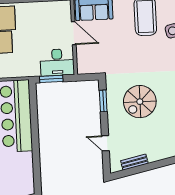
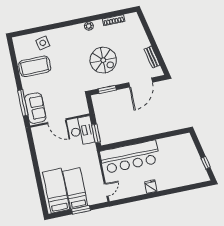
door: (74, 33) -> (57, 121), swing flipped
door: (105, 143) -> (141, 82), width x1.87

